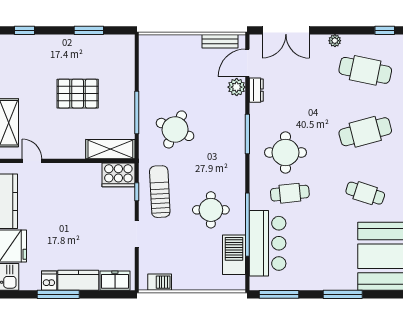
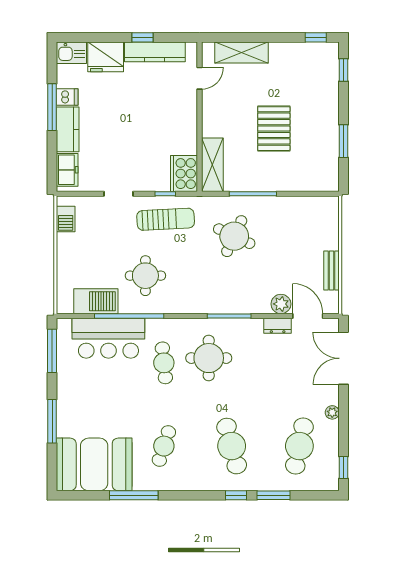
bench: (220, 41) -> (332, 271), moved

